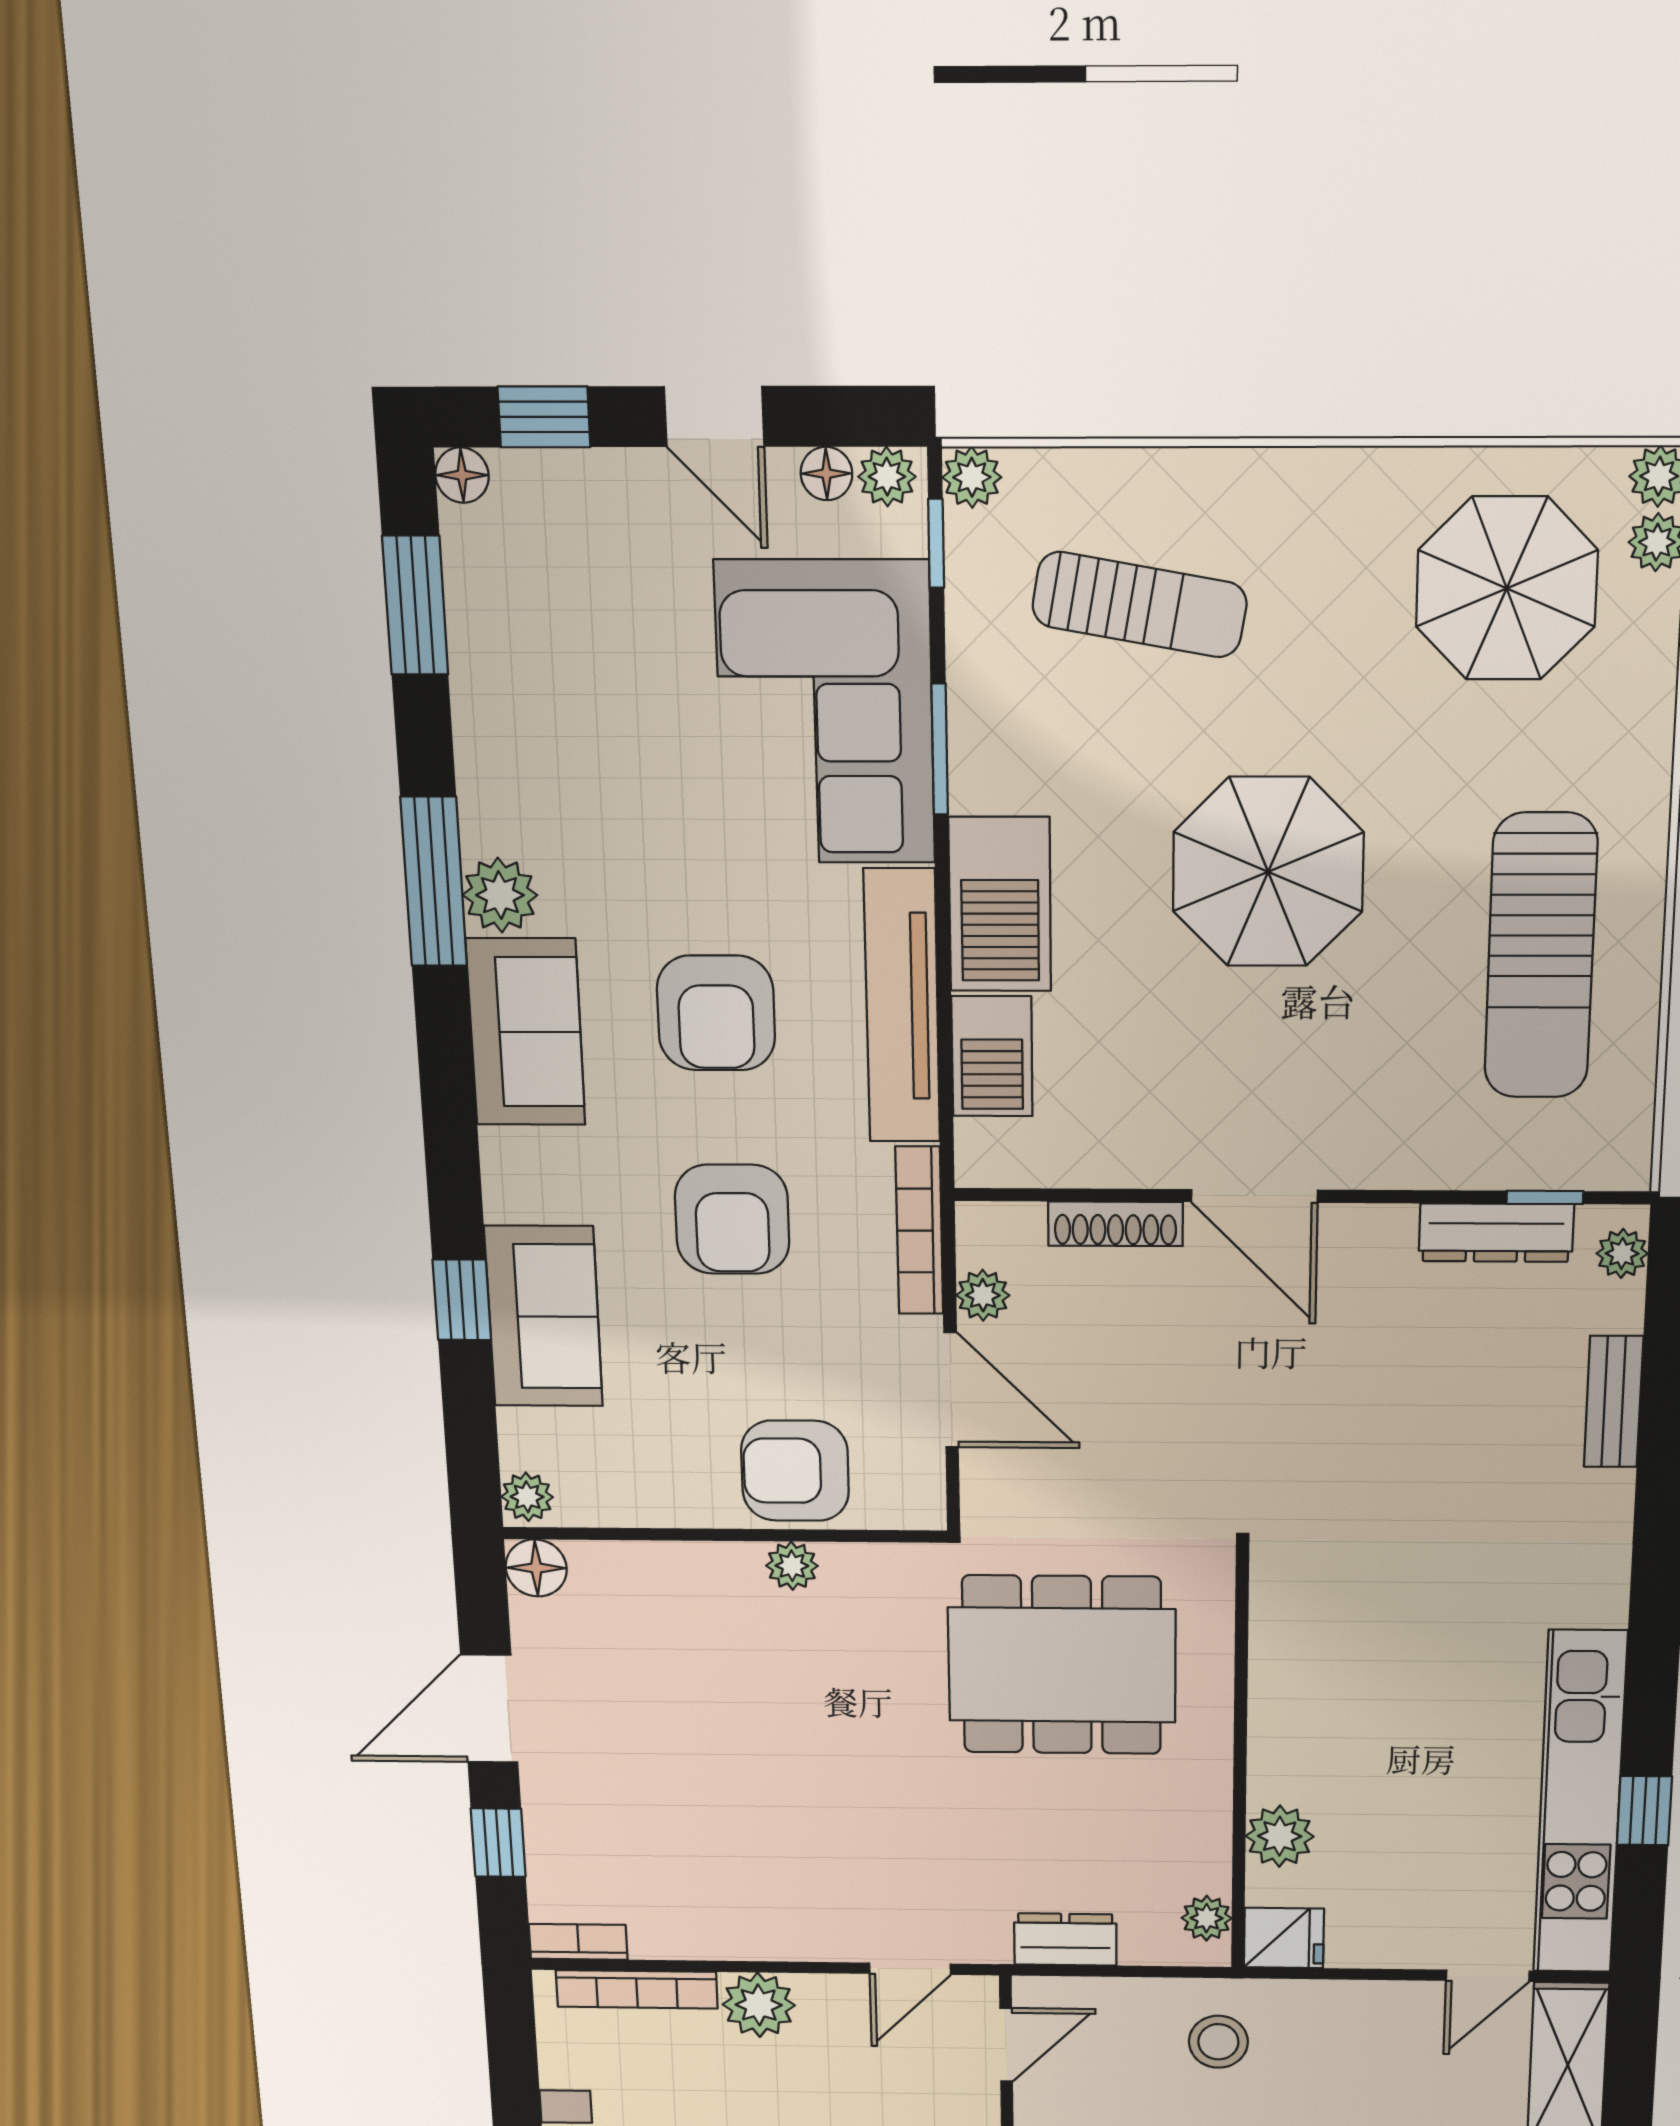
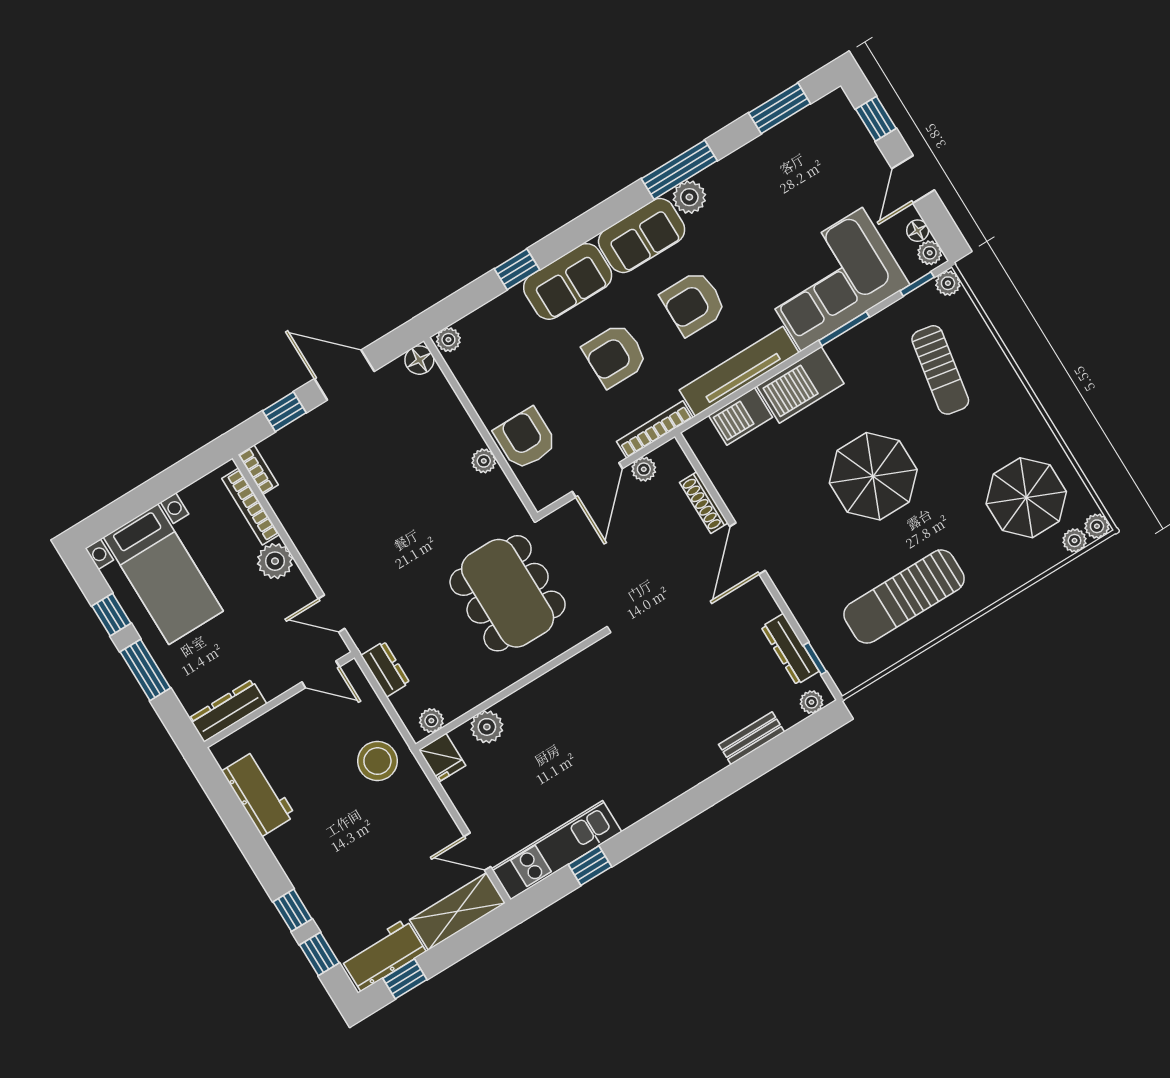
floor lamp: (462, 475) -> (837, 100), removed
sofa: (544, 1316) -> (568, 281), moved
kitchen unit: (1580, 1804) -> (557, 850), width x0.73
stool: (1218, 2042) -> (377, 761), width x1.38, depth x1.38

